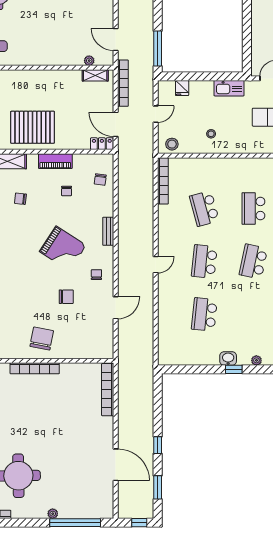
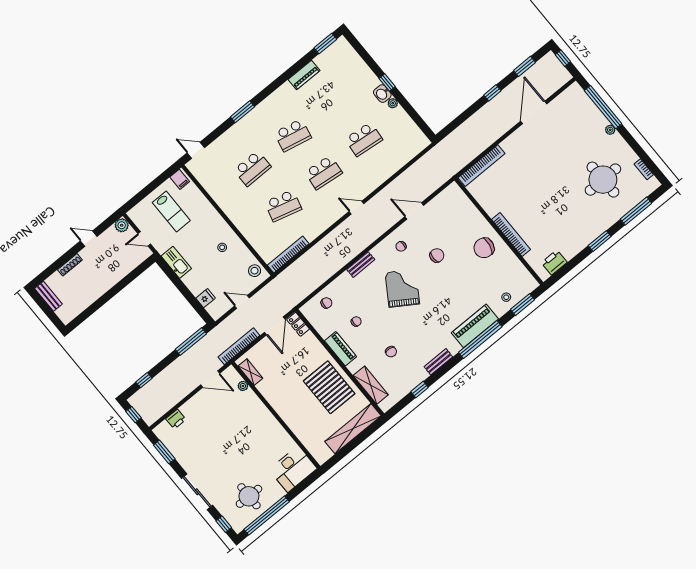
door: (116, 39) -> (210, 379), hinge flipped
school desk: (204, 209) -> (283, 206), turned 30
chair: (66, 297) -> (437, 255), turned 90
plant: (256, 360) -> (393, 103), moved

